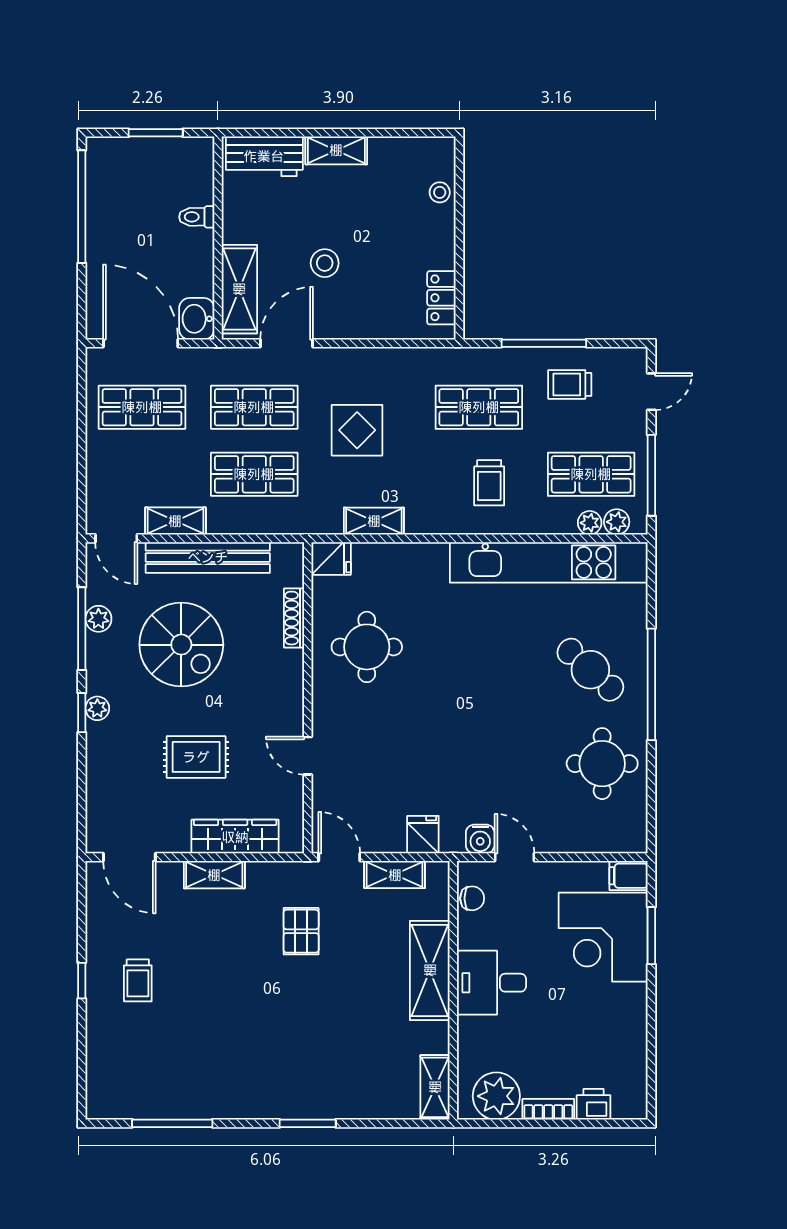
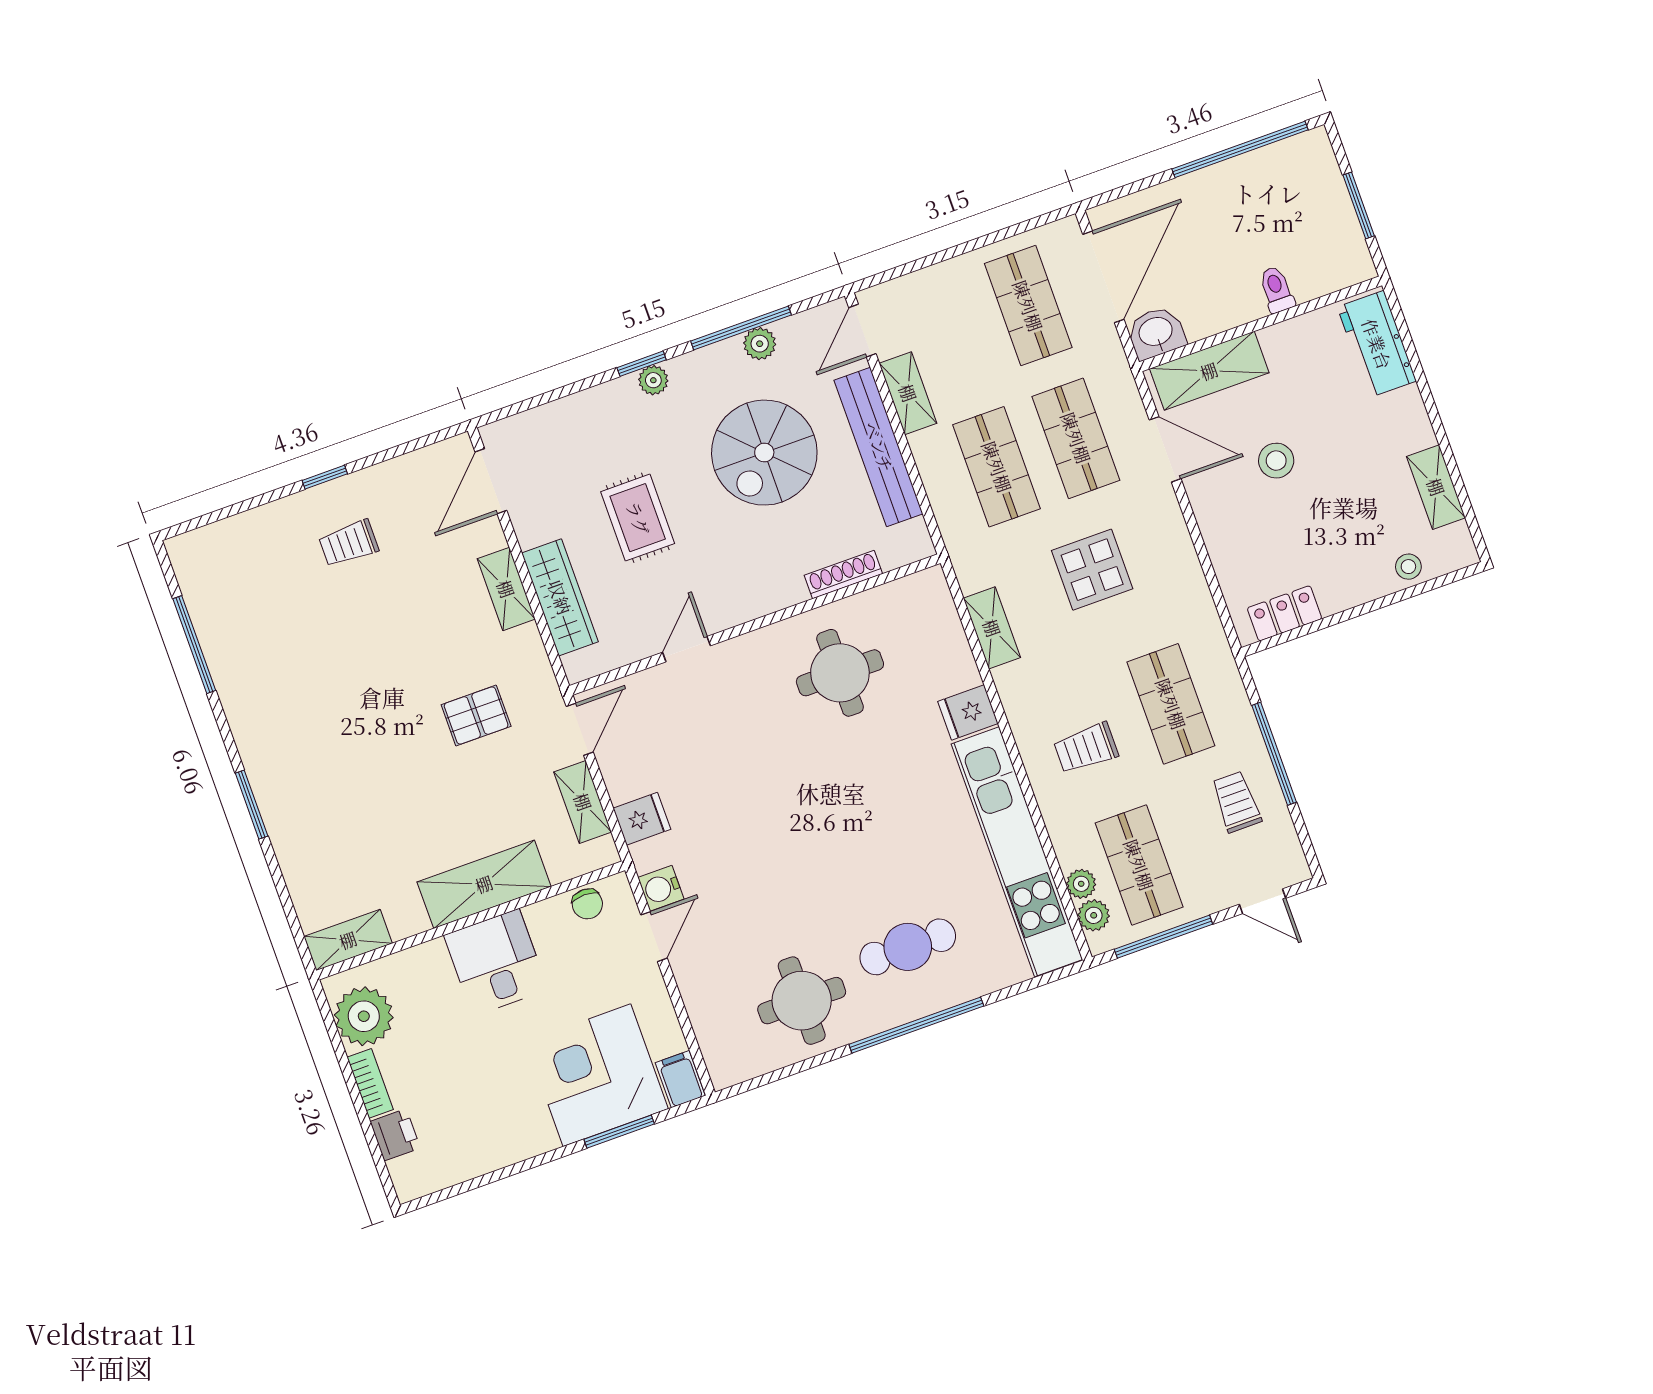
shelving: (336, 150) -> (1436, 487), moved
fridge: (331, 558) -> (968, 712), moved, turned 90
cafe table: (590, 670) -> (908, 947), turned 48

